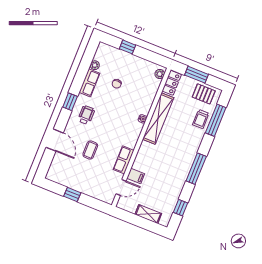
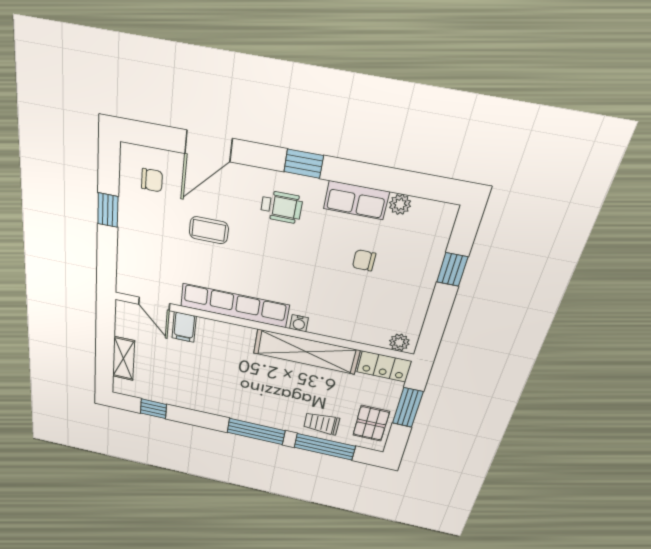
row of seats: (124, 160) -> (234, 306), width x2.02
chair: (63, 169) -> (152, 180), added
window: (196, 169) -> (256, 432), moved

